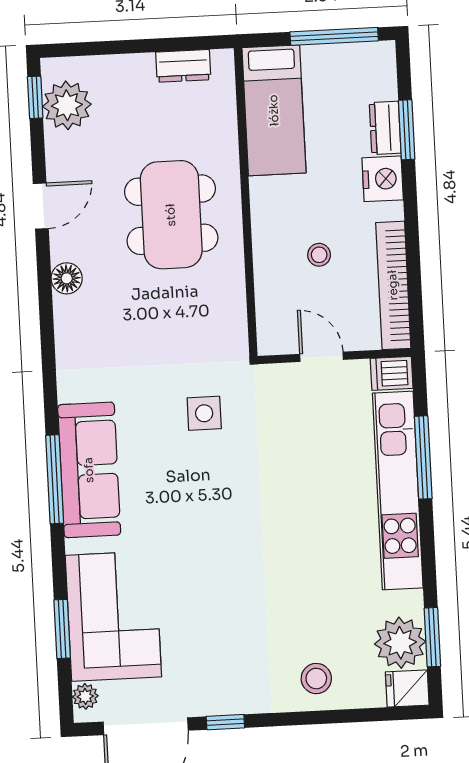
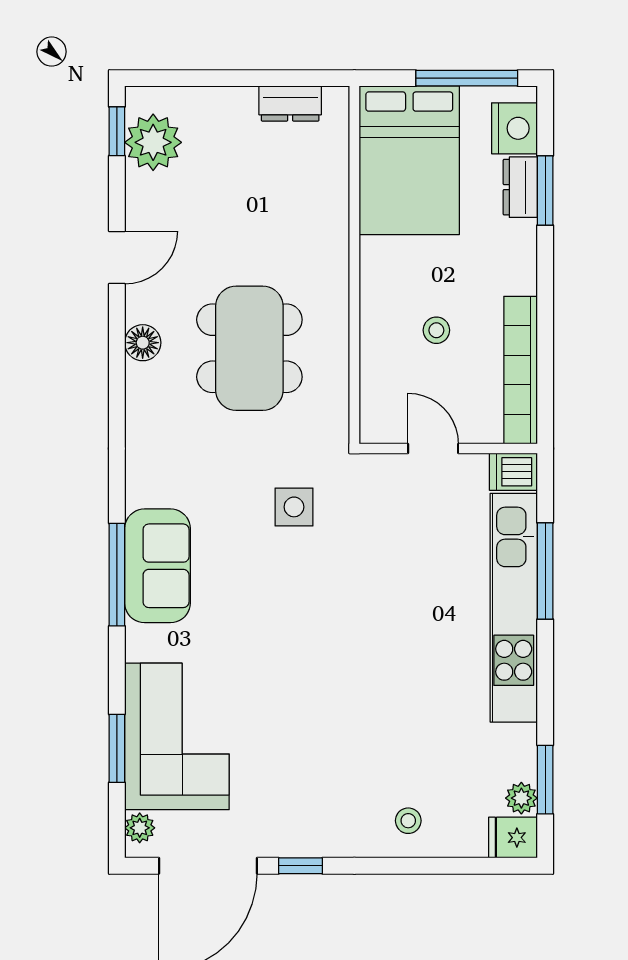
bed: (274, 110) -> (409, 160), width x1.50
nightstand: (383, 179) -> (514, 128), moved
dining table: (171, 215) -> (249, 348), moved
sofa: (89, 470) -> (158, 566), width x0.73
plant: (400, 643) -> (521, 798), width x0.53, depth x0.53
stool: (316, 679) -> (408, 821), width x0.73, depth x0.73

